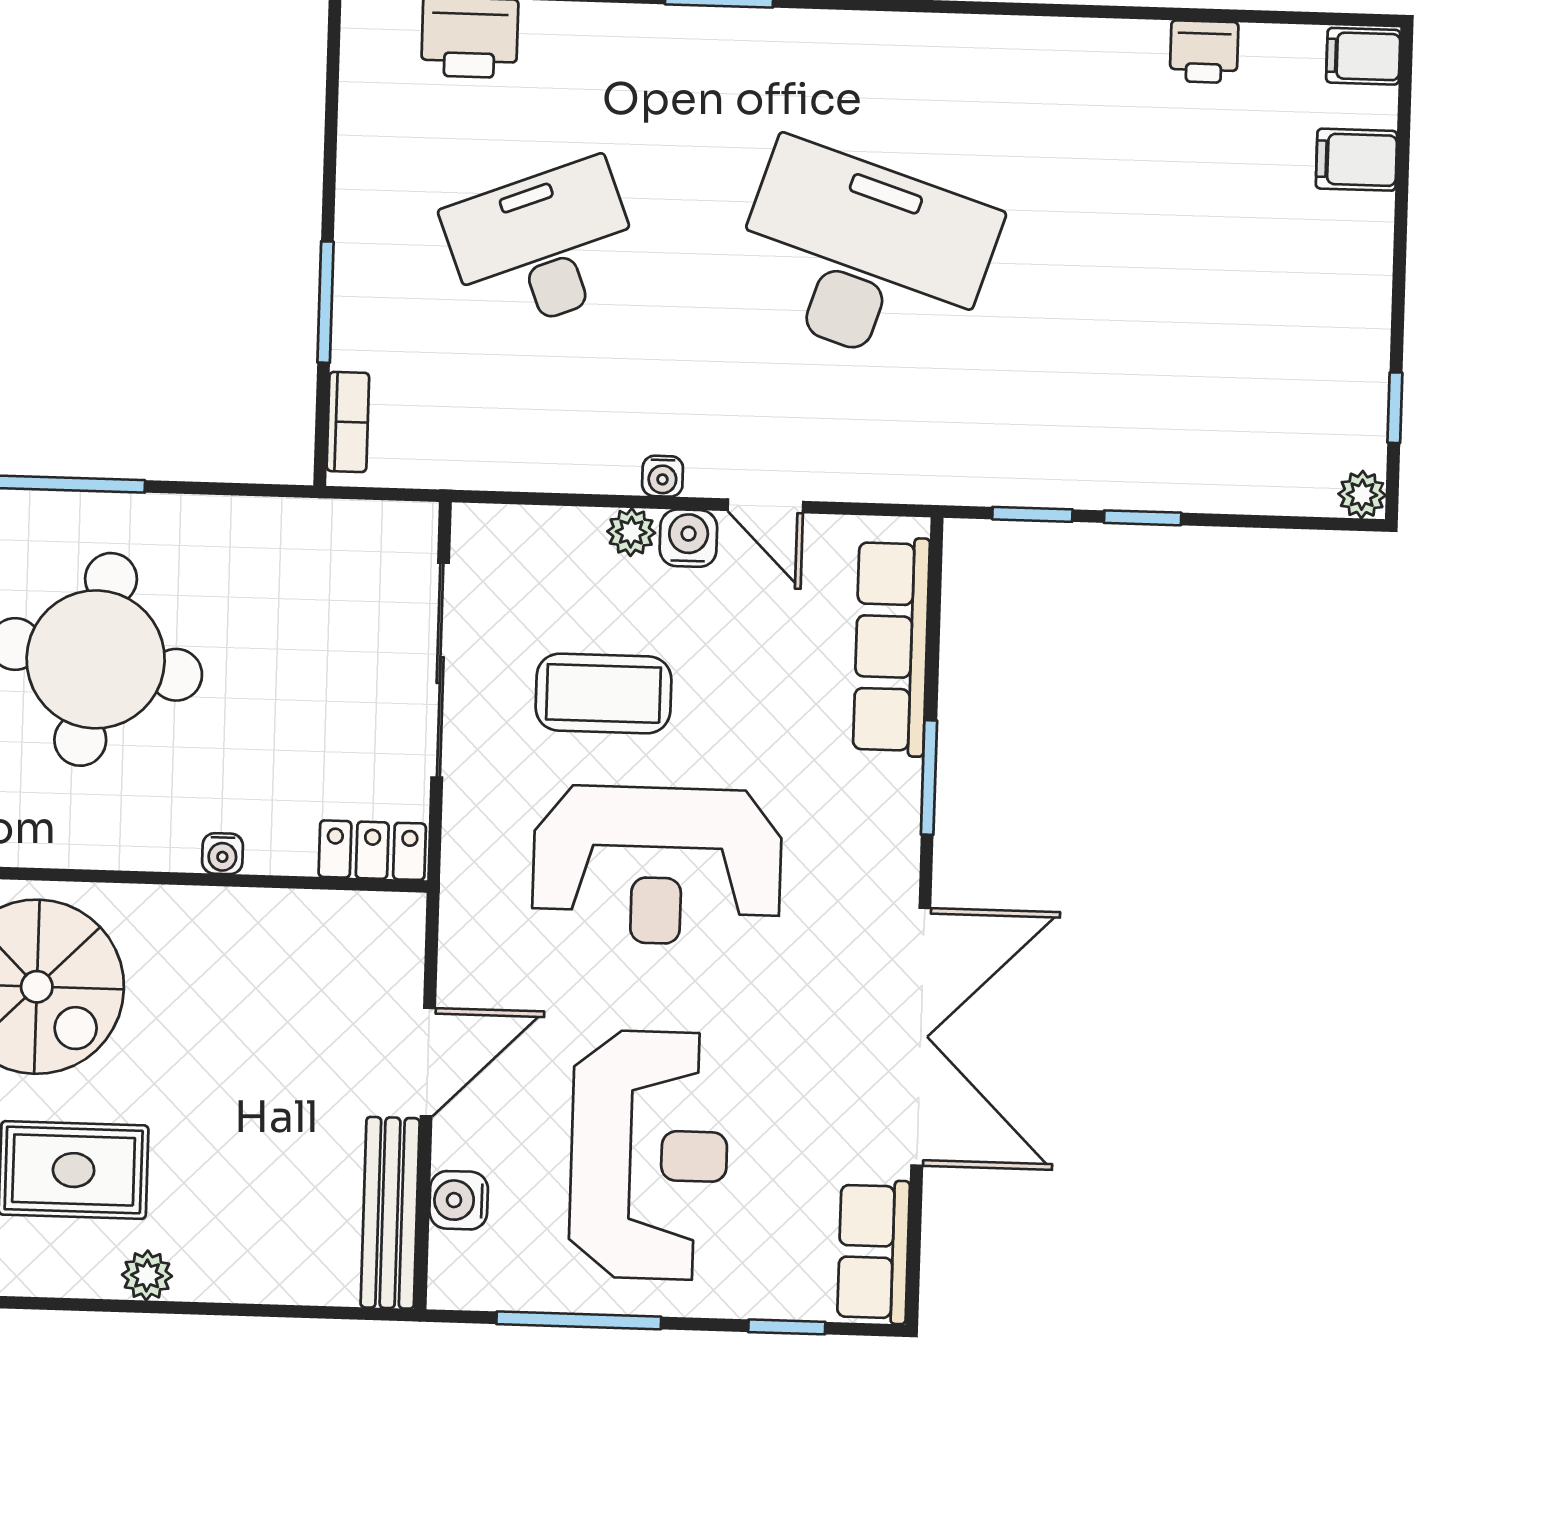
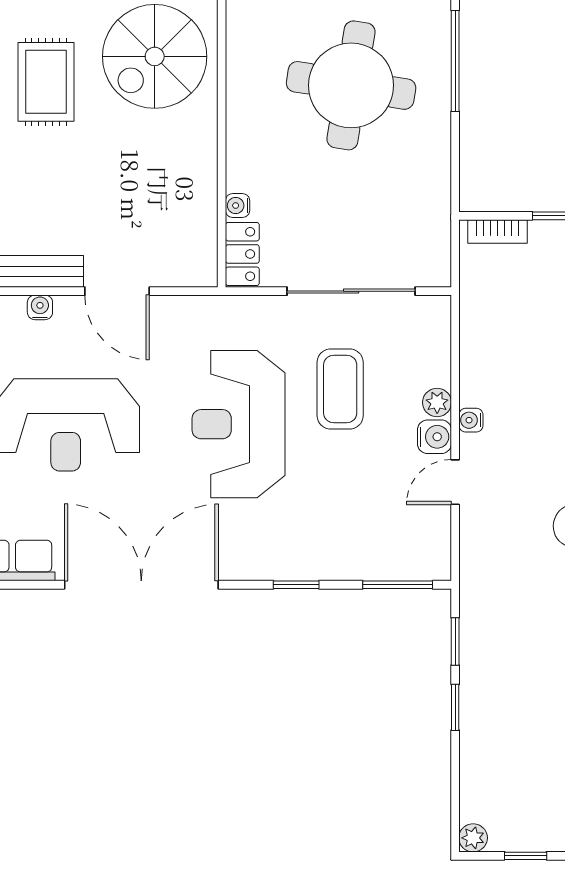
window: (934, 608) -> (398, 585), added
row of seats: (891, 647) -> (374, 560), removed
window: (929, 778) -> (296, 585), width x0.67
water cooler: (222, 854) -> (238, 206), moved
double door: (921, 1037) -> (141, 585), swing flipped
water cooler: (459, 1200) -> (40, 307), width x0.72, depth x0.72

